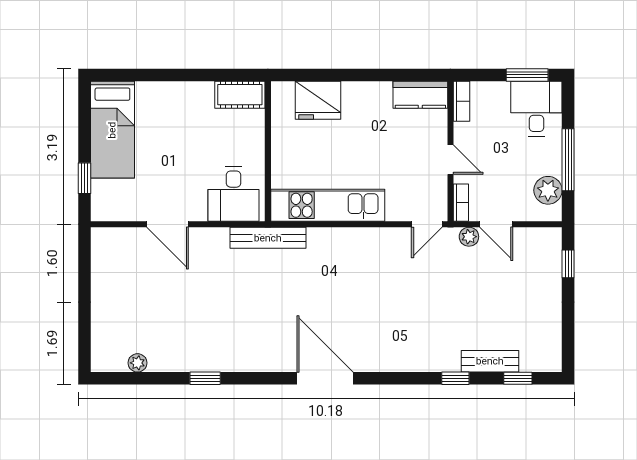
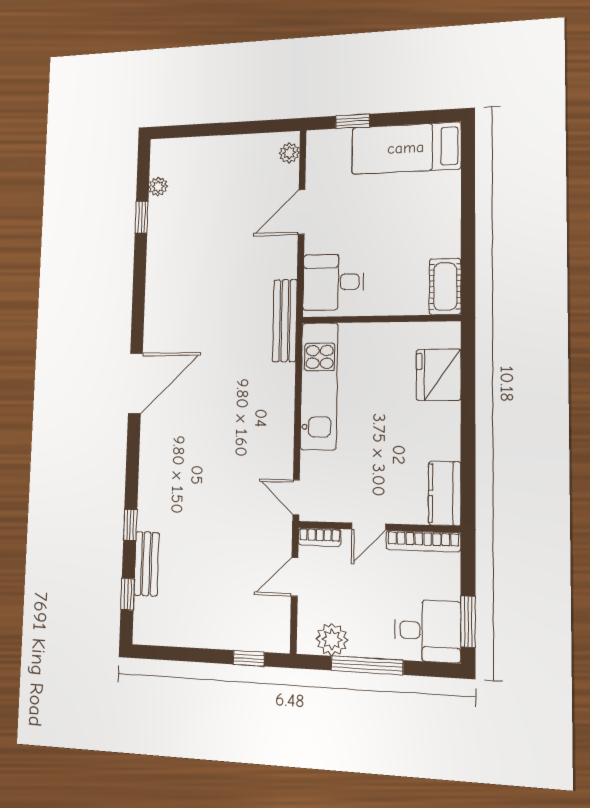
bookcase: (461, 101) -> (423, 541), width x1.56
plant: (469, 237) -> (289, 153), moved
window: (205, 378) -> (142, 217), moved

